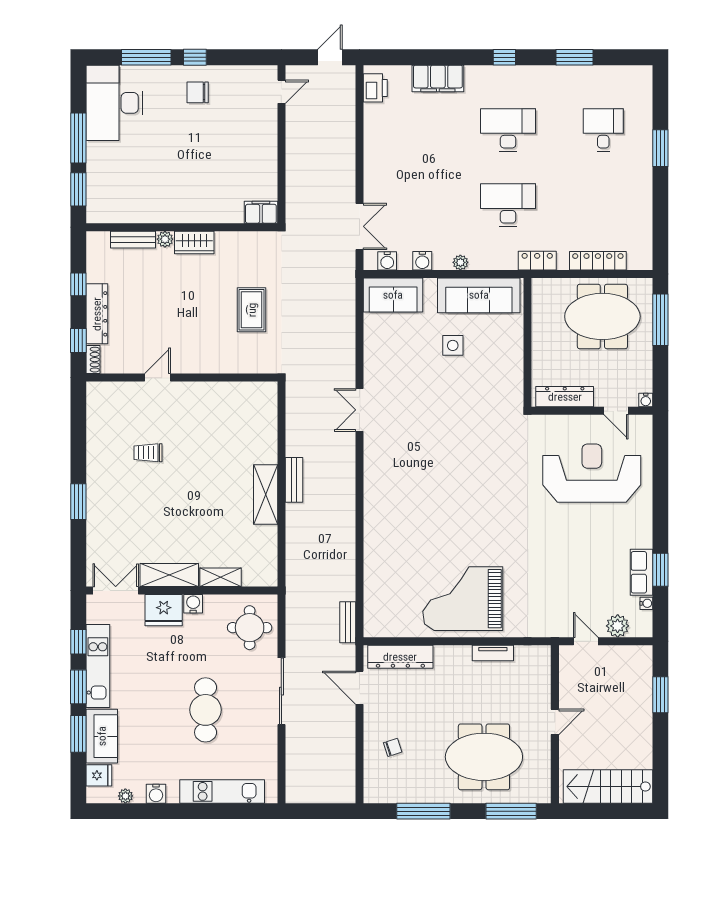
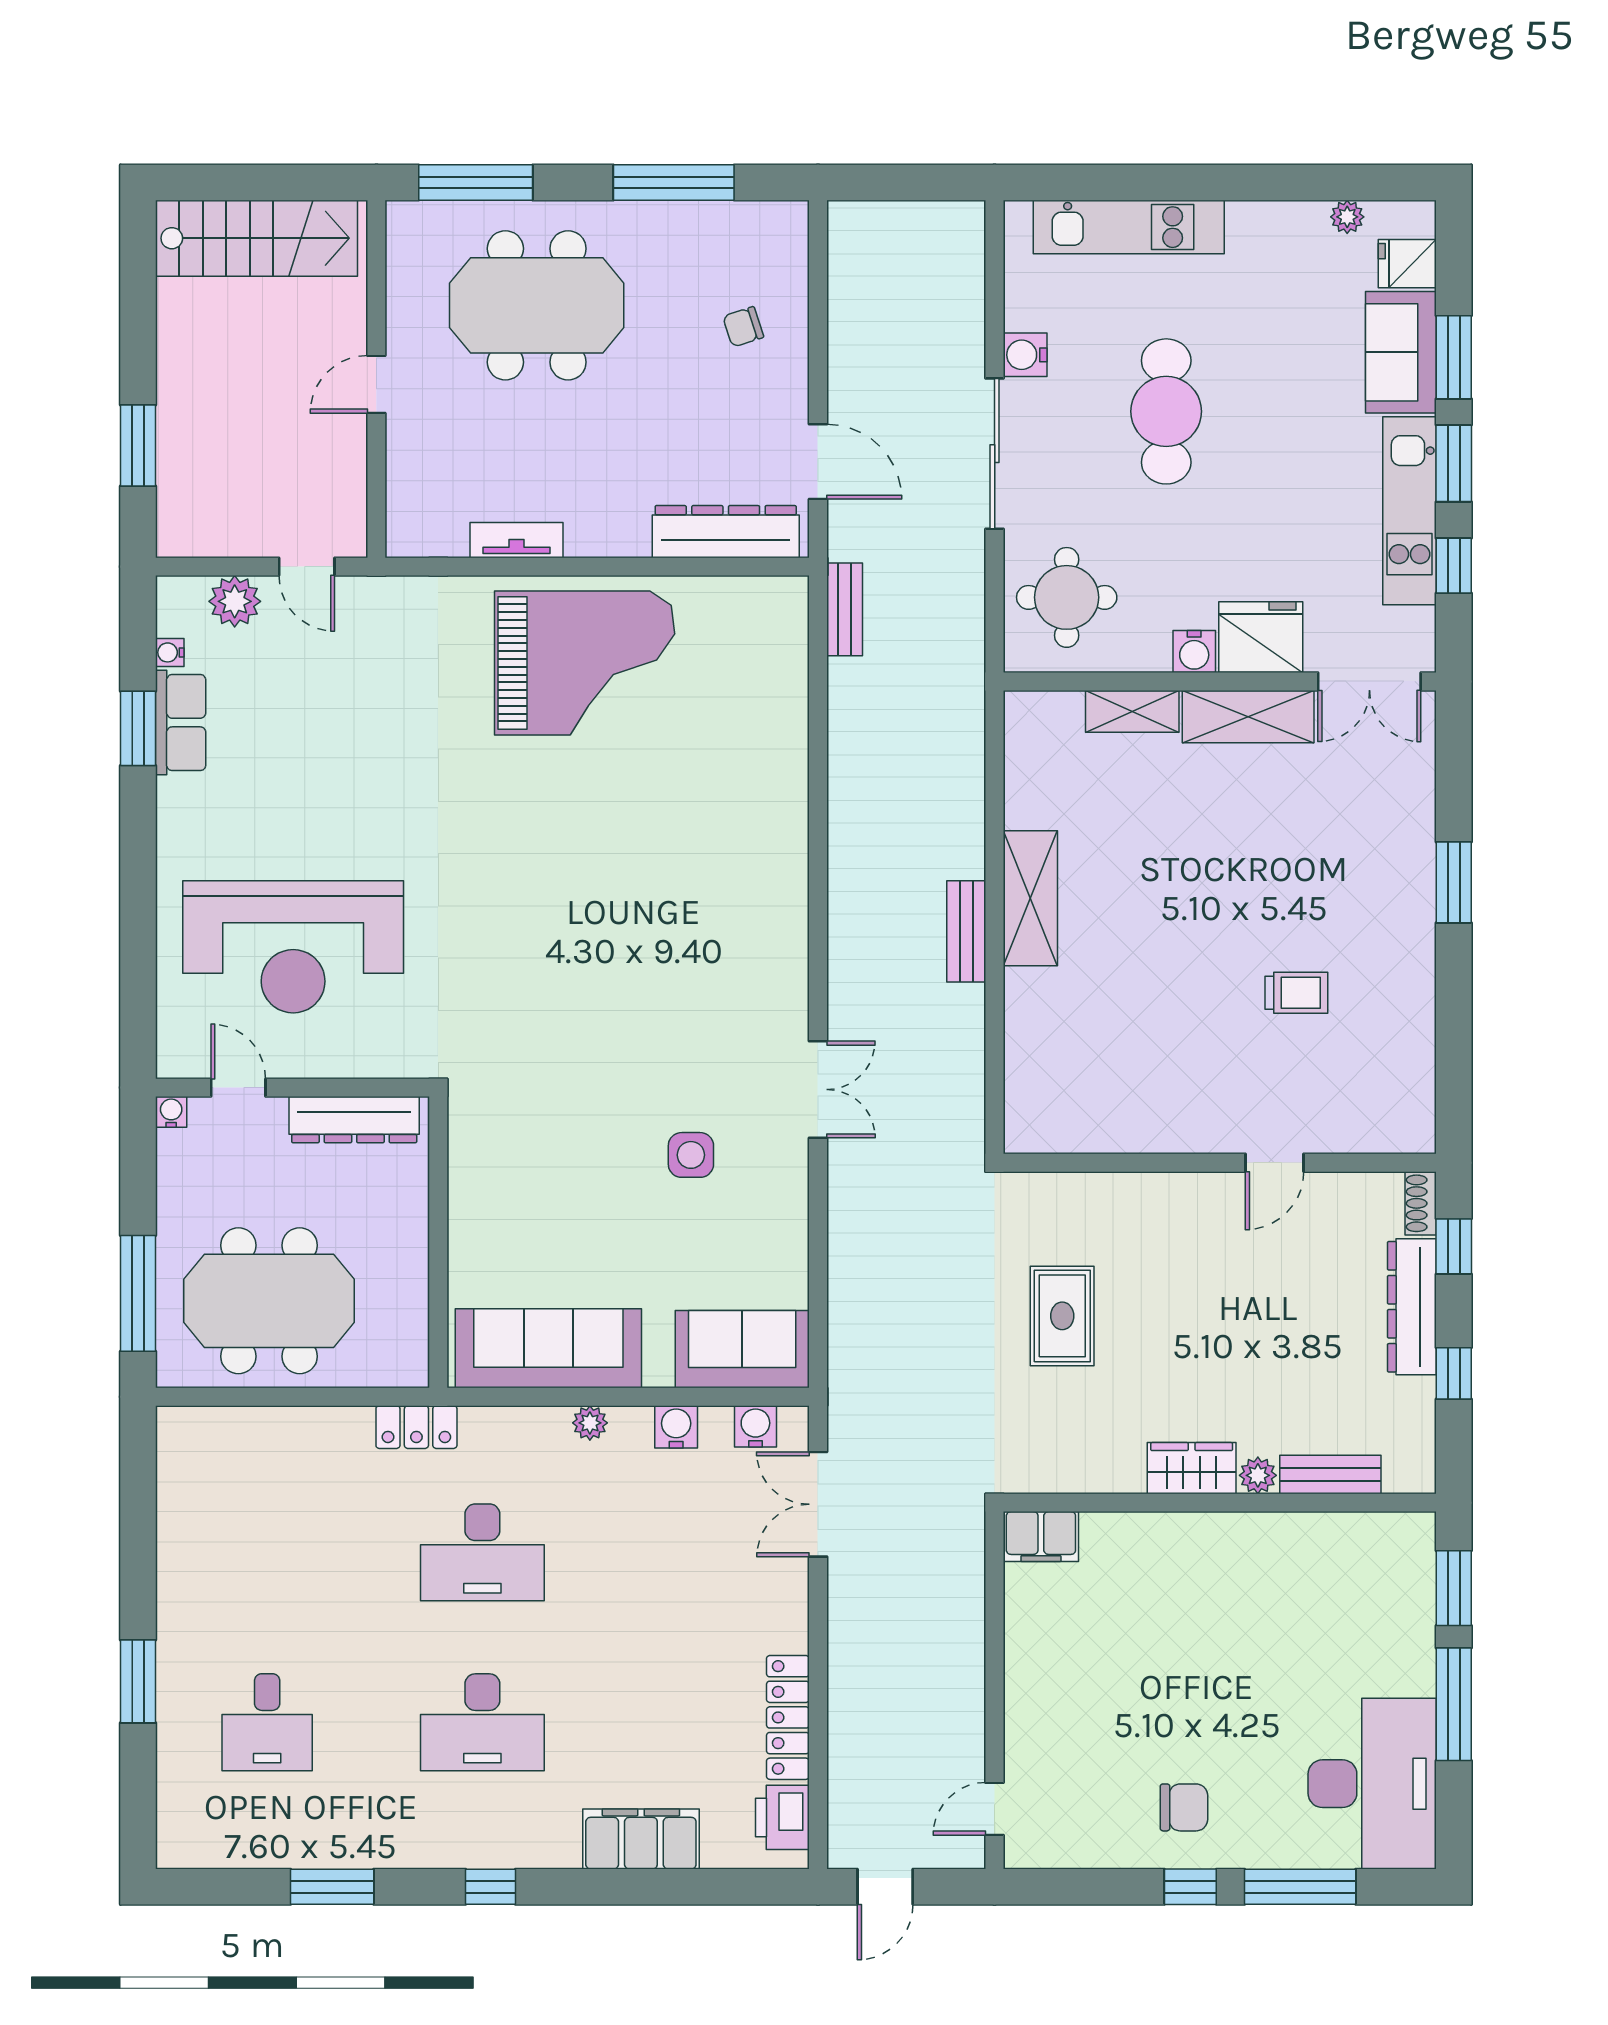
locker: (598, 261) -> (788, 1717), moved, turned 90
side table: (453, 345) -> (691, 1155), moved
water cooler: (156, 794) -> (1025, 355), moved, turned -90

